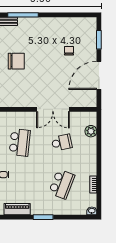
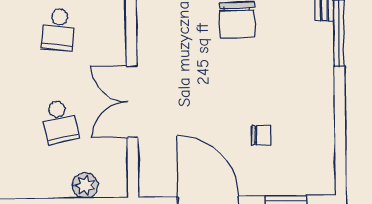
school desk: (20, 142) -> (59, 29), width x0.54

